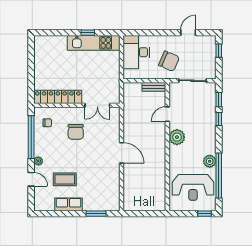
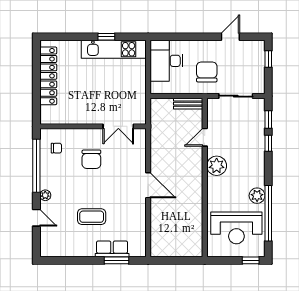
chair: (169, 61) -> (207, 72), turned -113
locker: (58, 97) -> (48, 76), moved, turned 90
coffee table: (65, 179) -> (92, 217), moved
row of seats: (68, 204) -> (112, 249), moved

